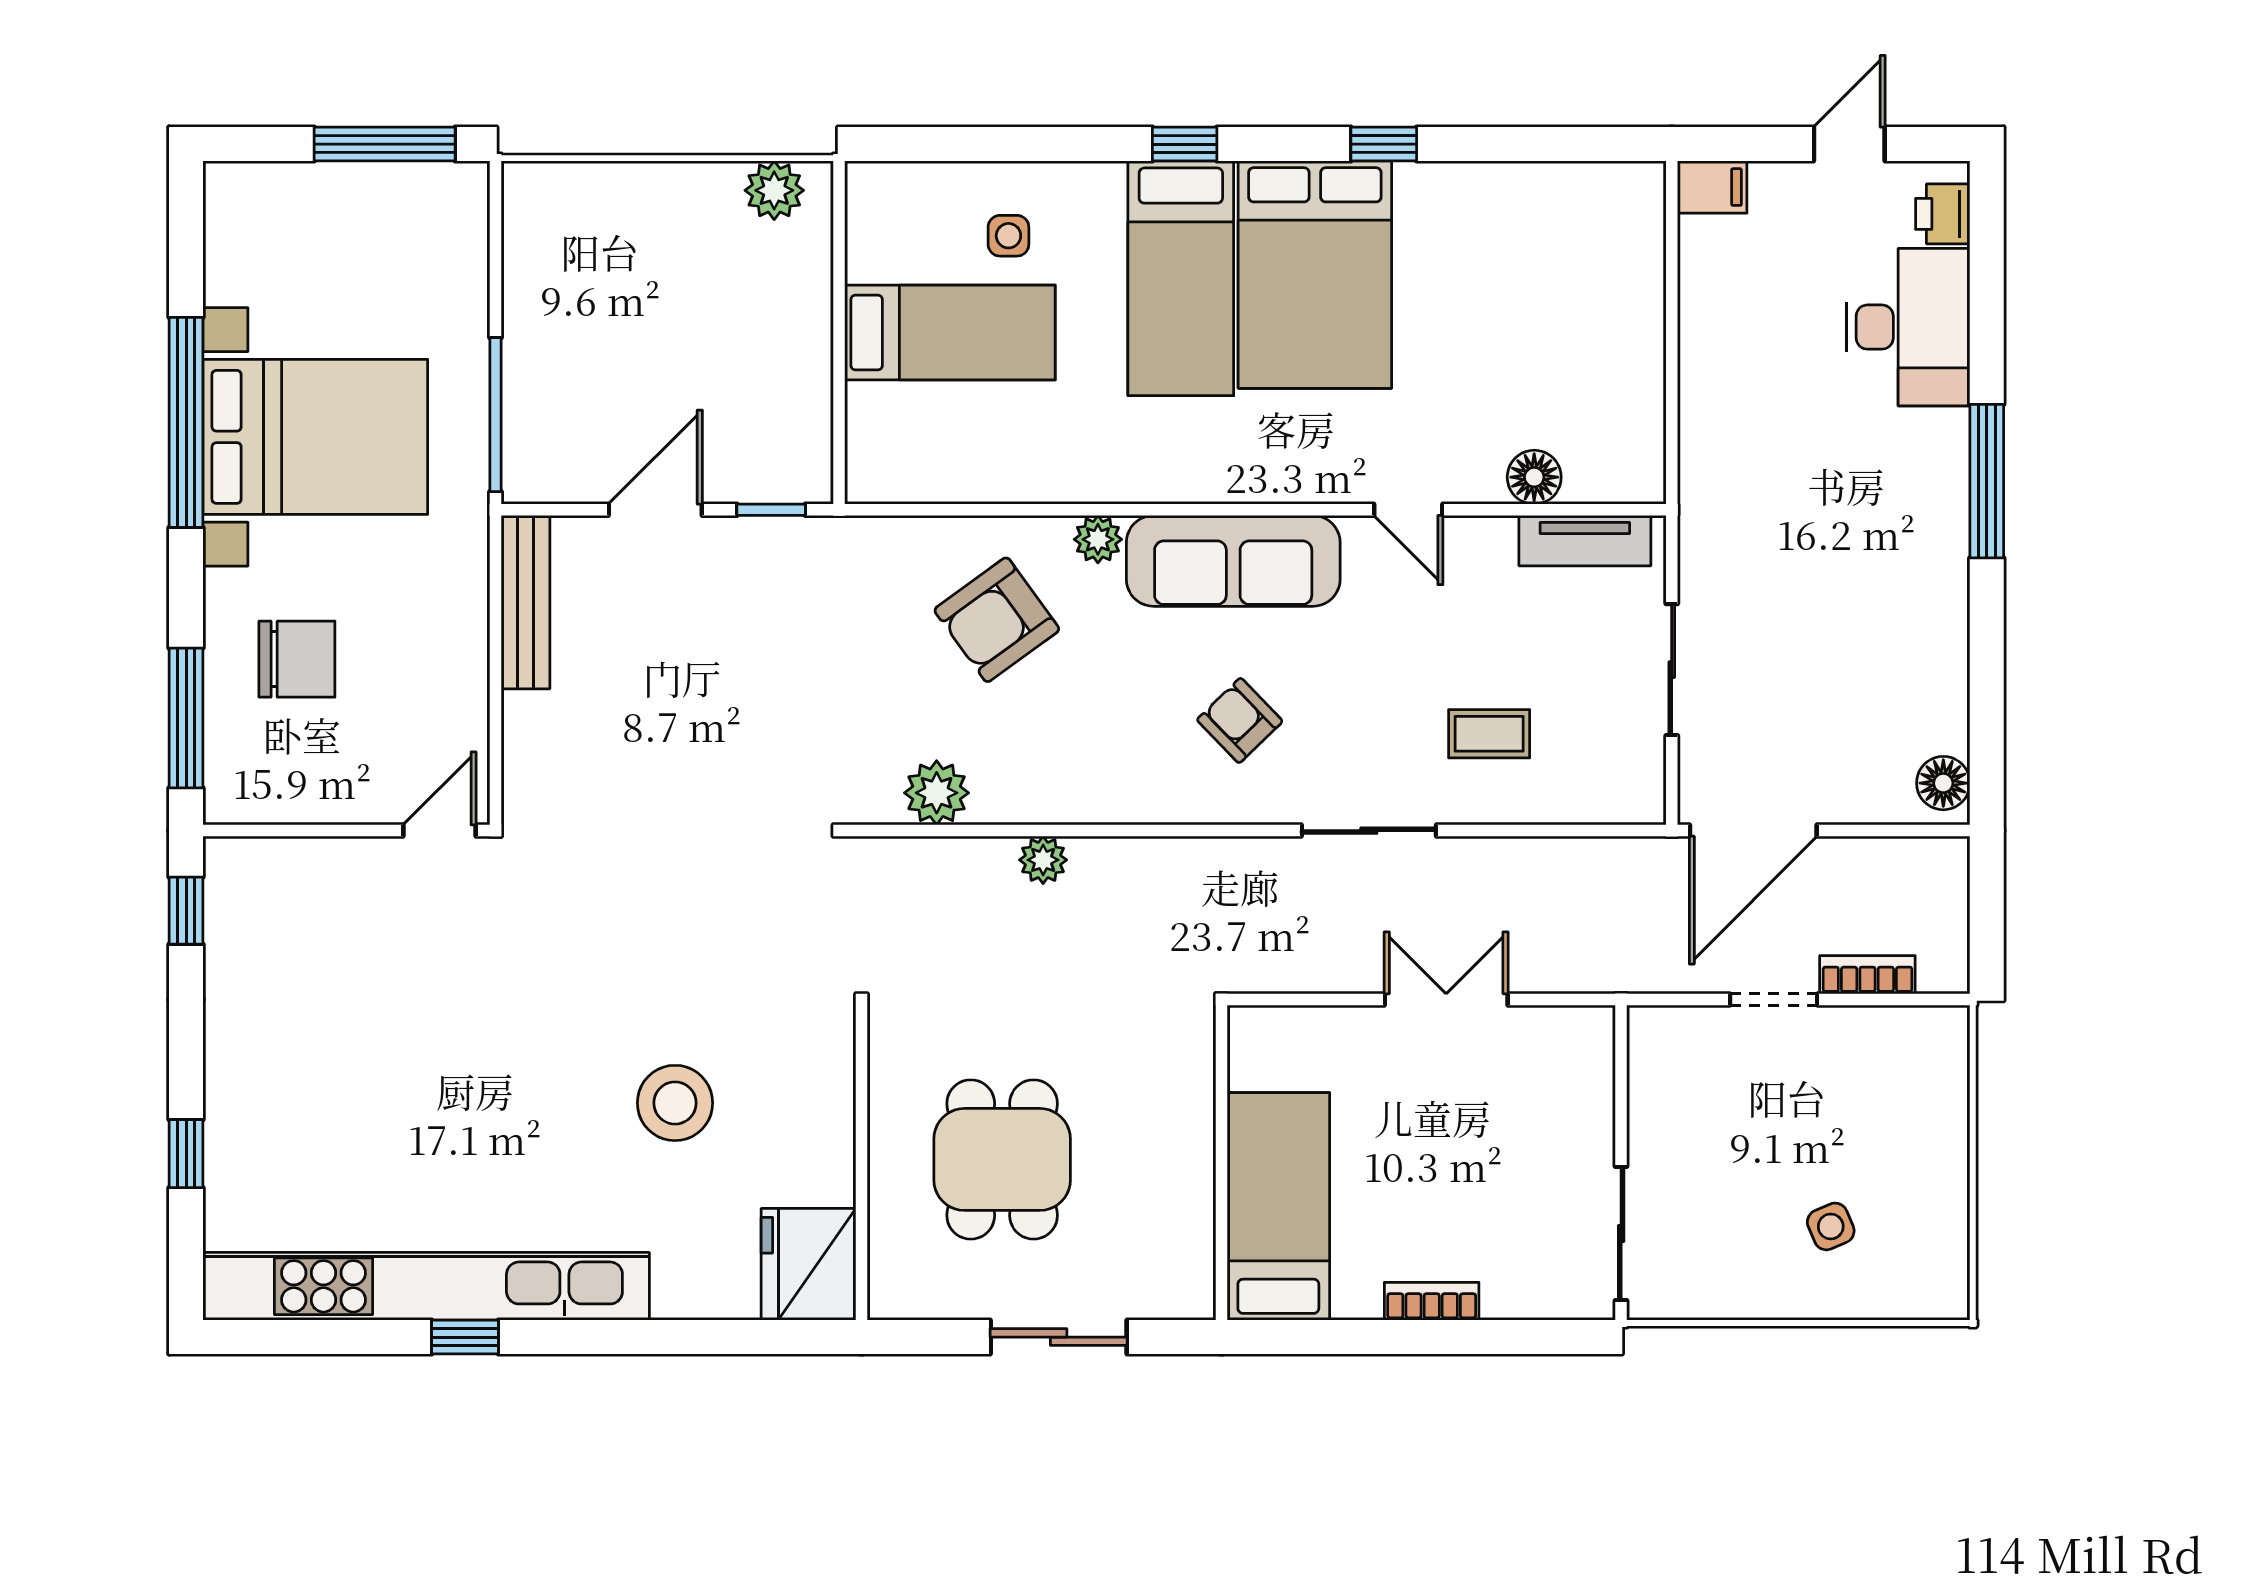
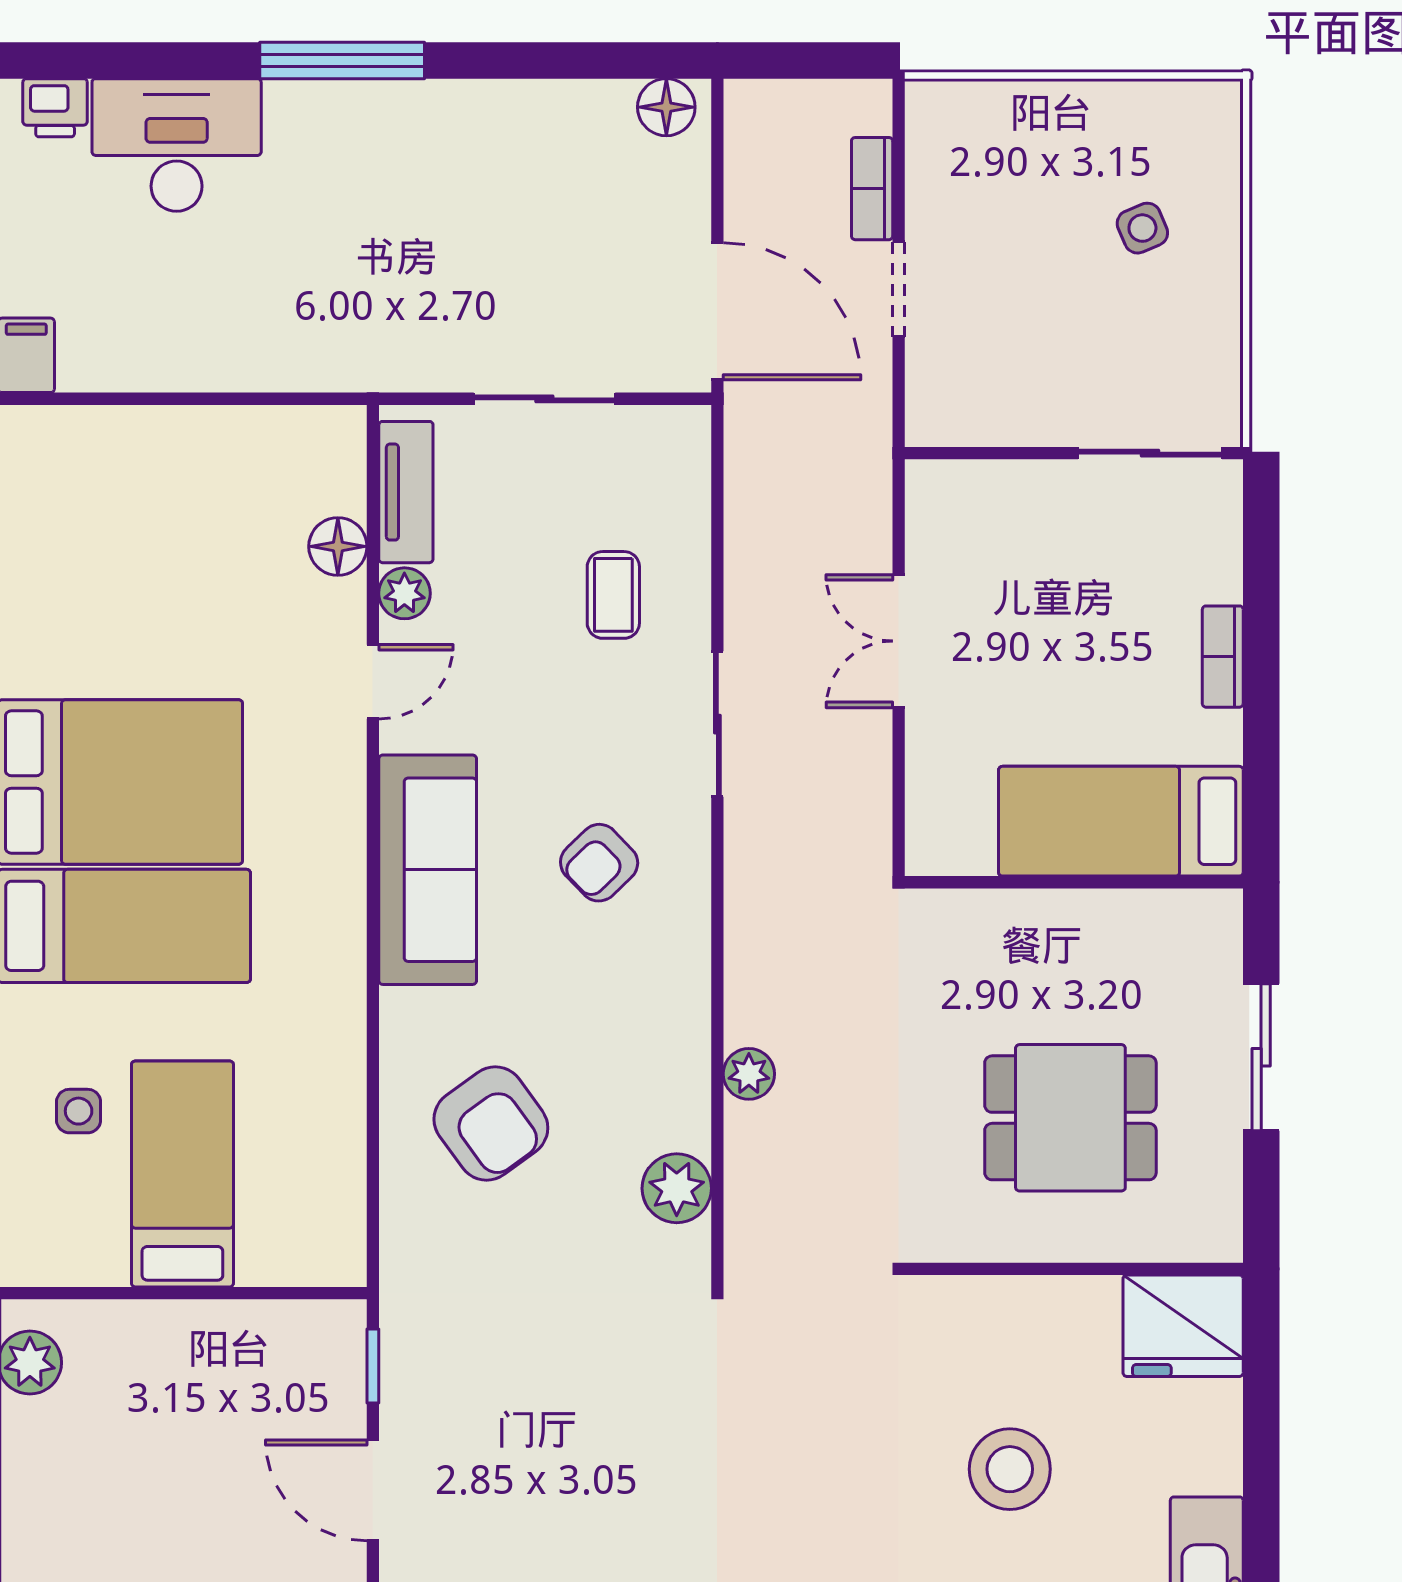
plant: (1098, 539) -> (404, 593), moved

